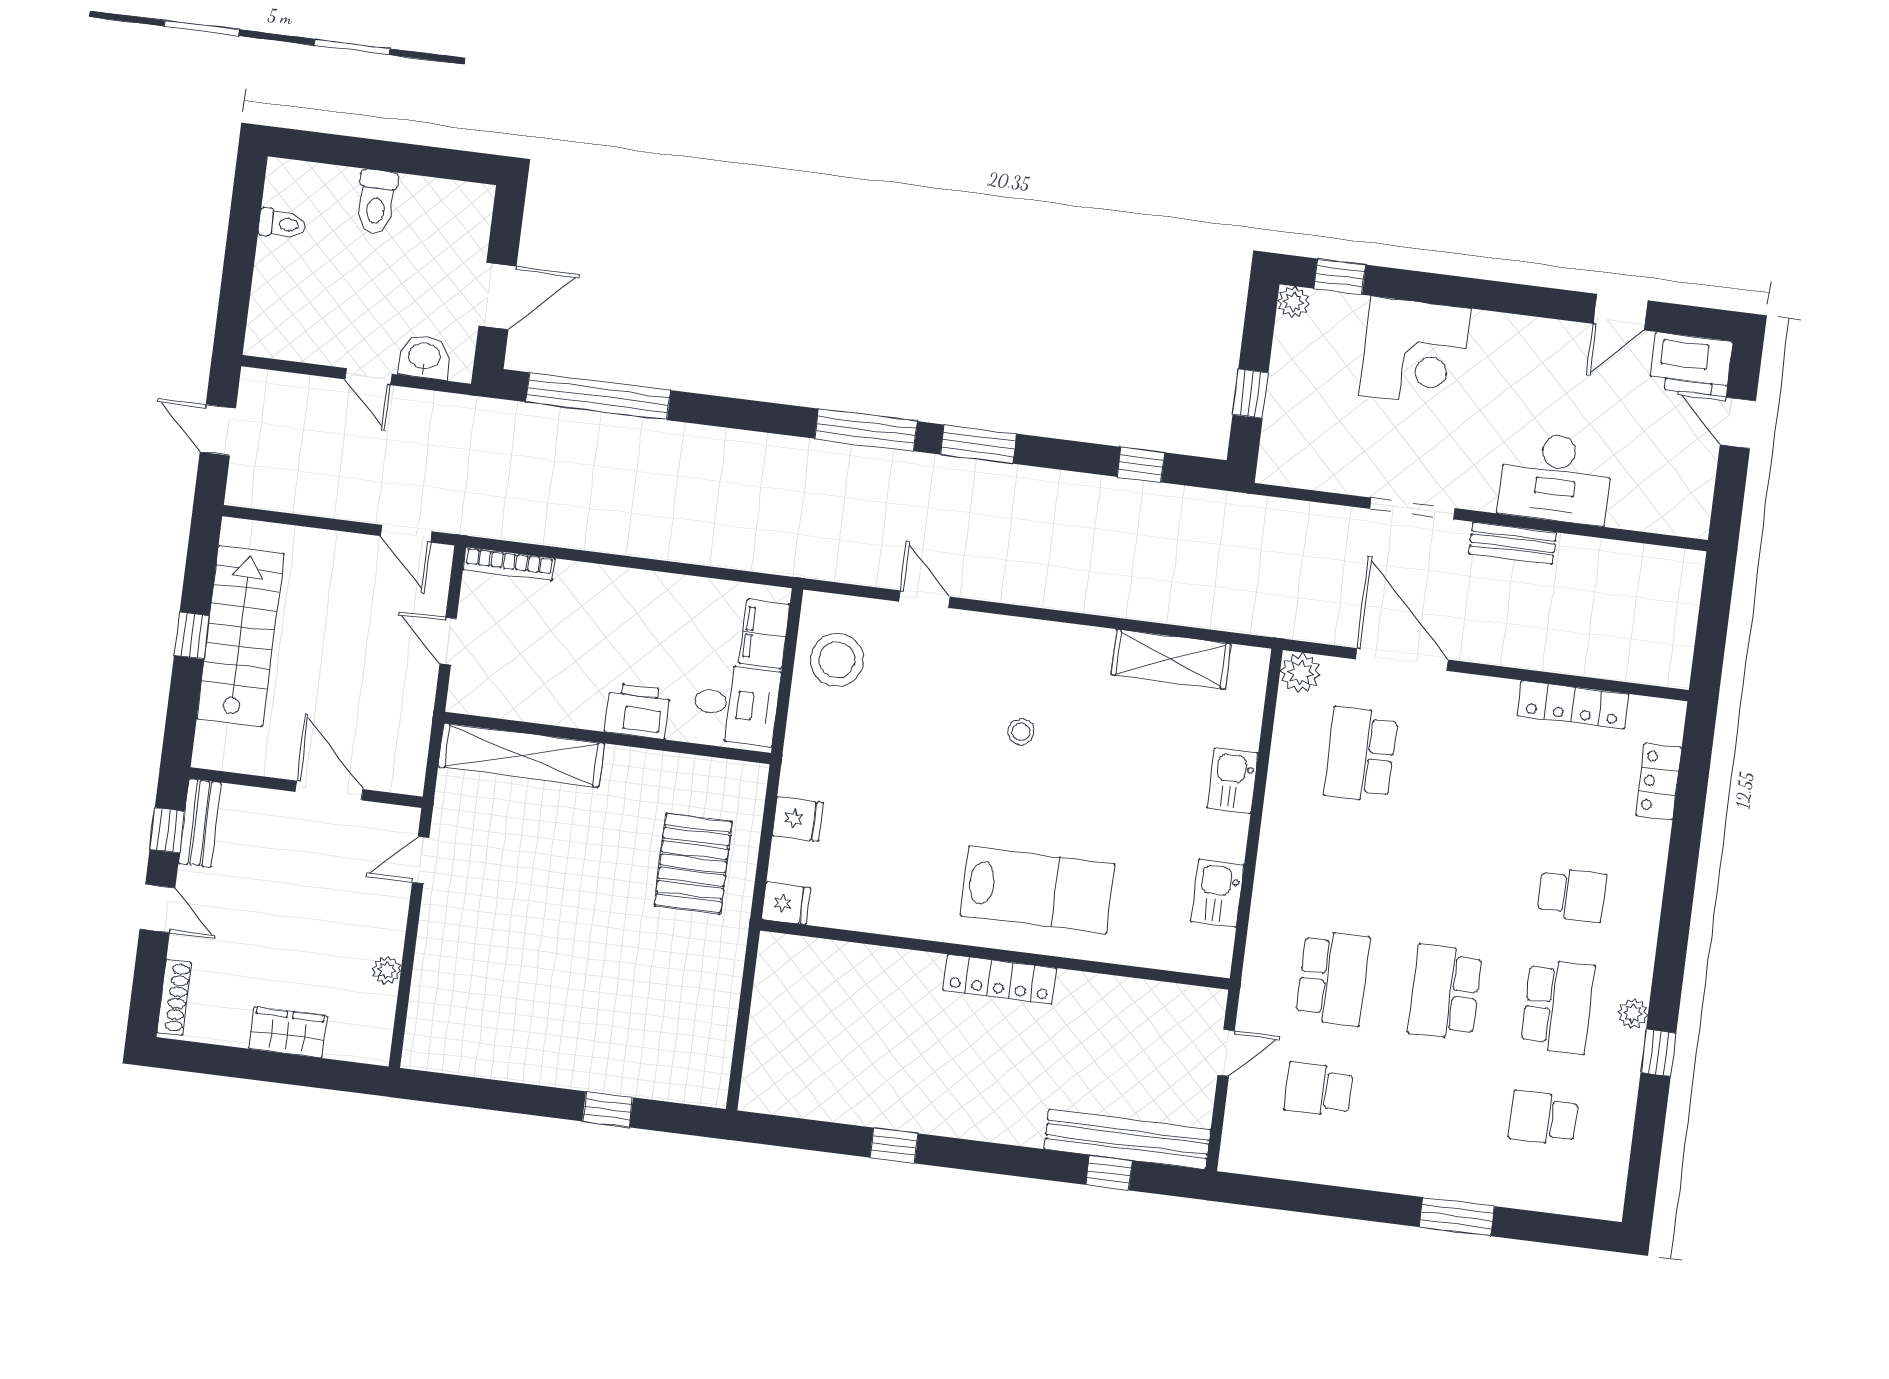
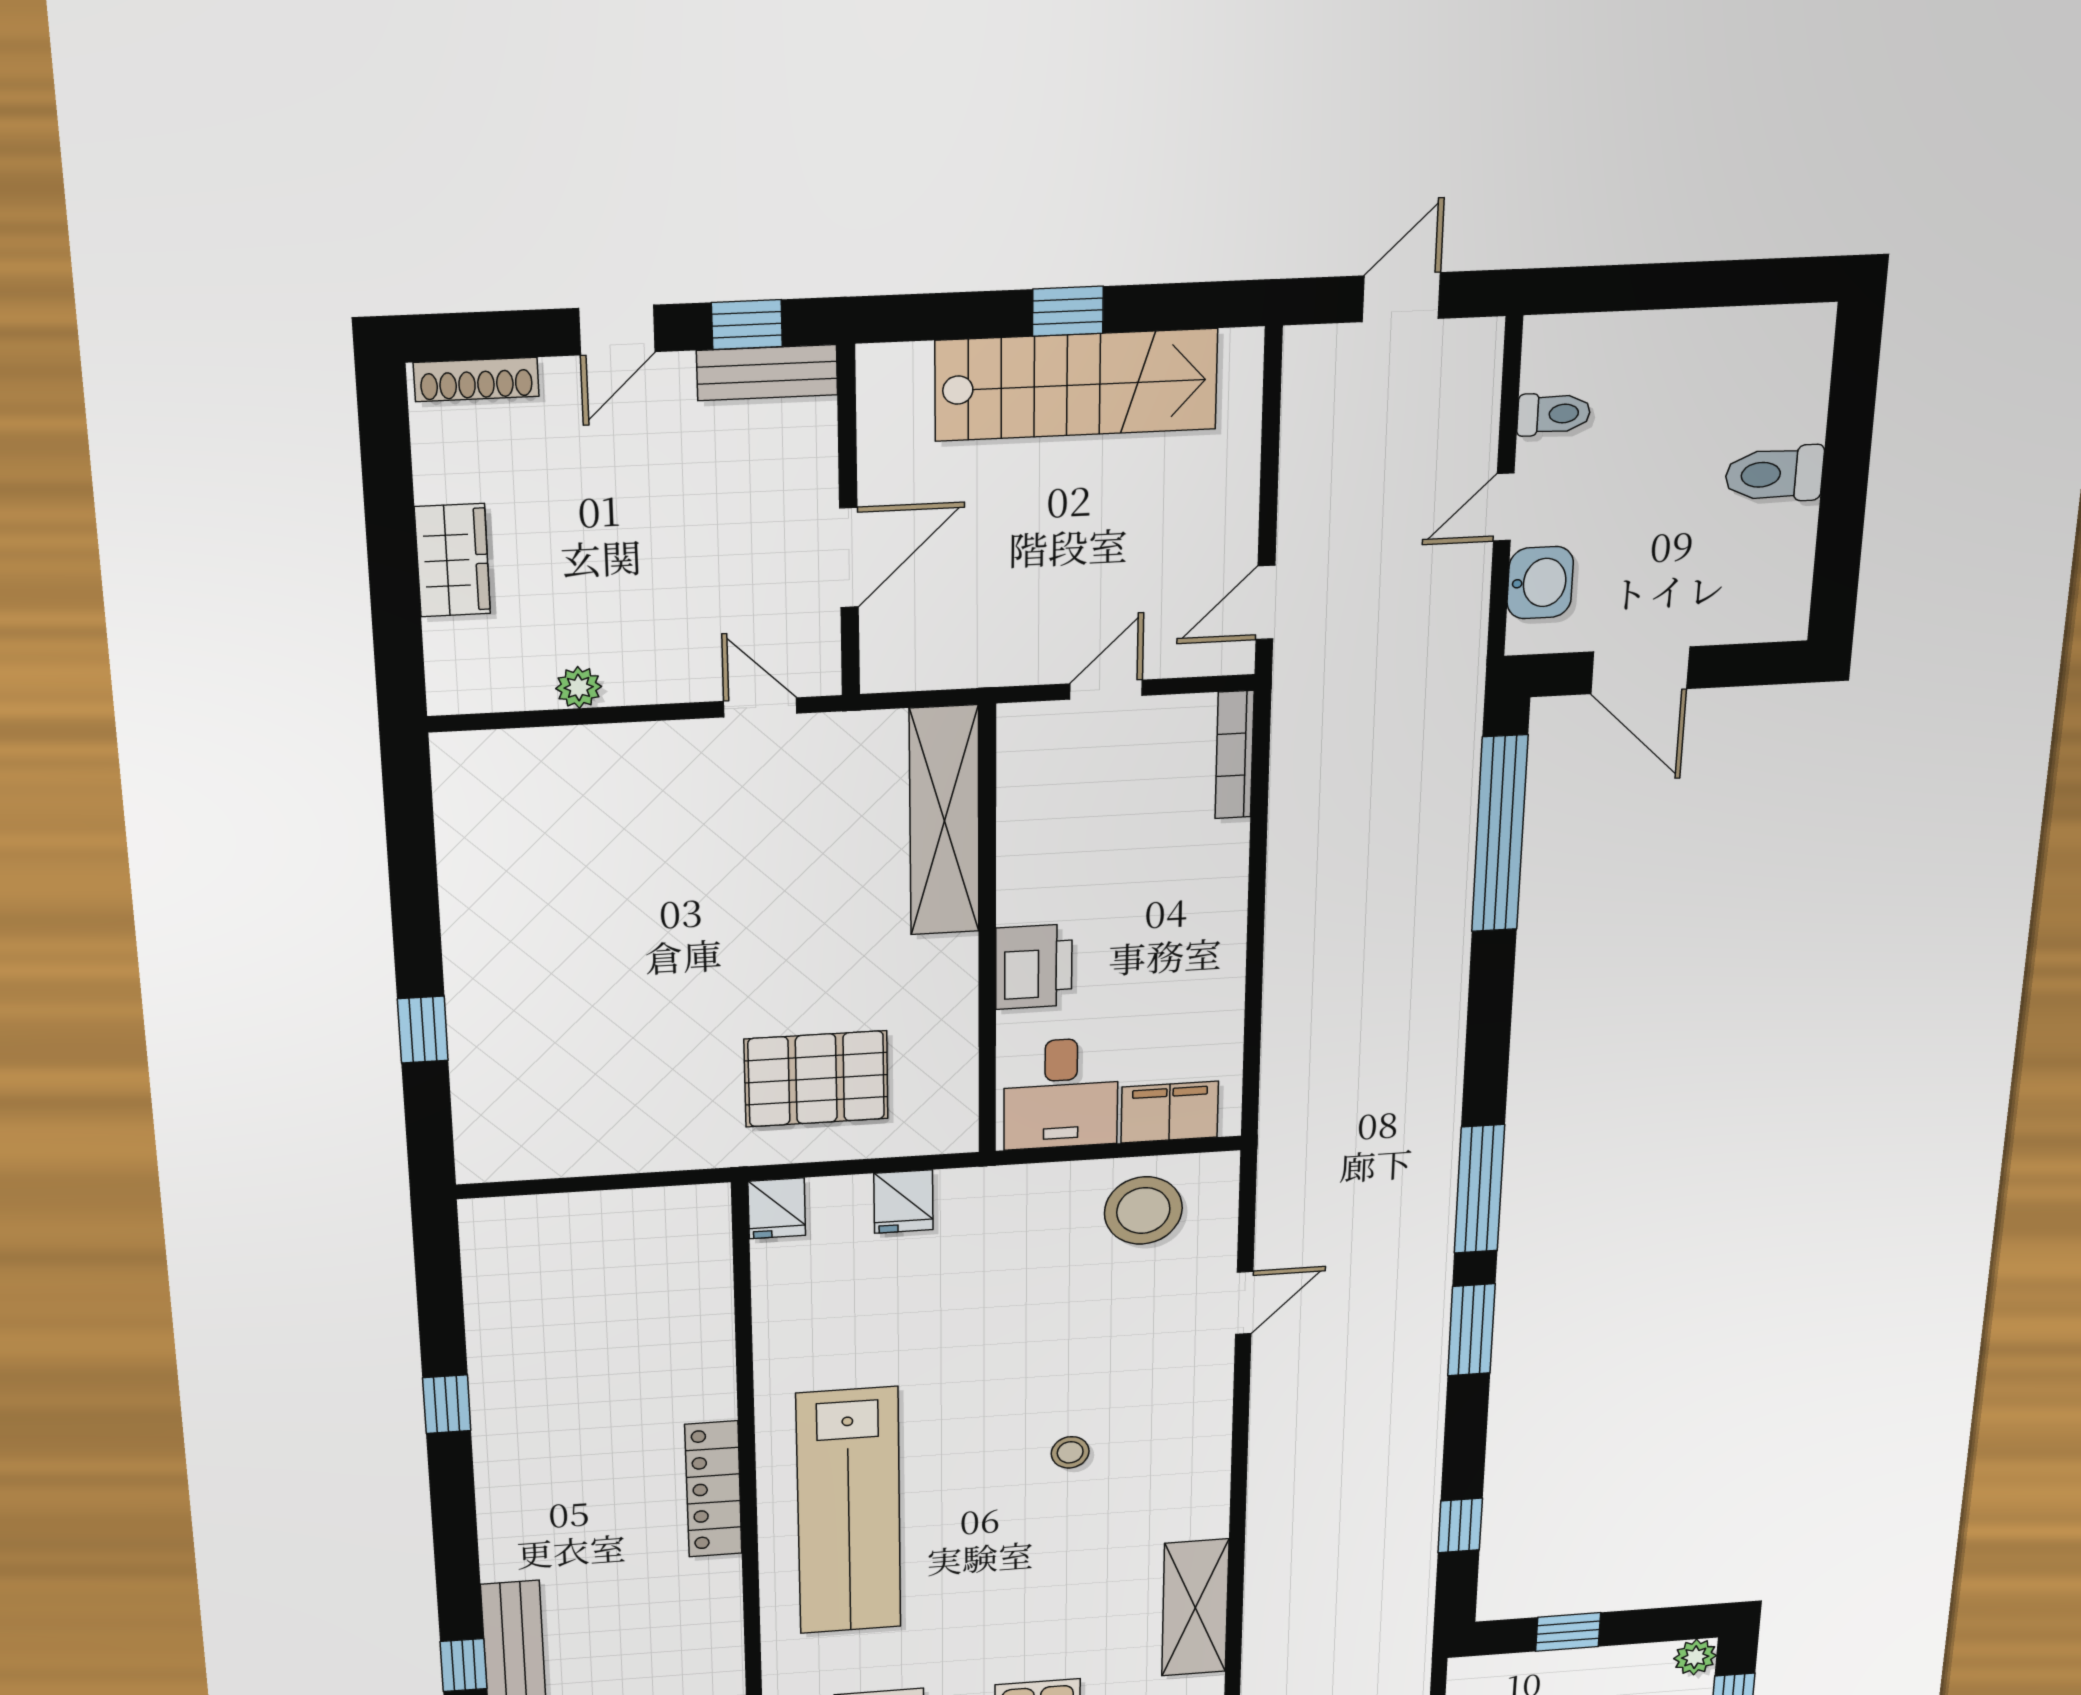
toilet: (282, 224) -> (1554, 414), moved, turned -90
lab bench: (1038, 890) -> (849, 1511), width x1.36

